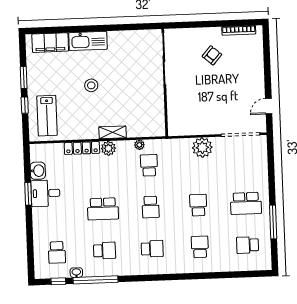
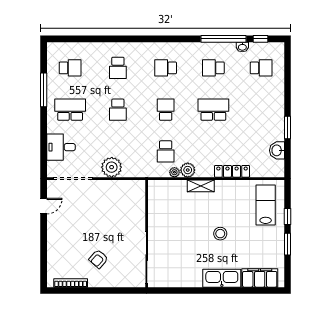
plant: (108, 148) -> (188, 170), moved
desk: (45, 193) -> (61, 147), moved, turned 180
school desk: (57, 252) -> (261, 68), turned 90

